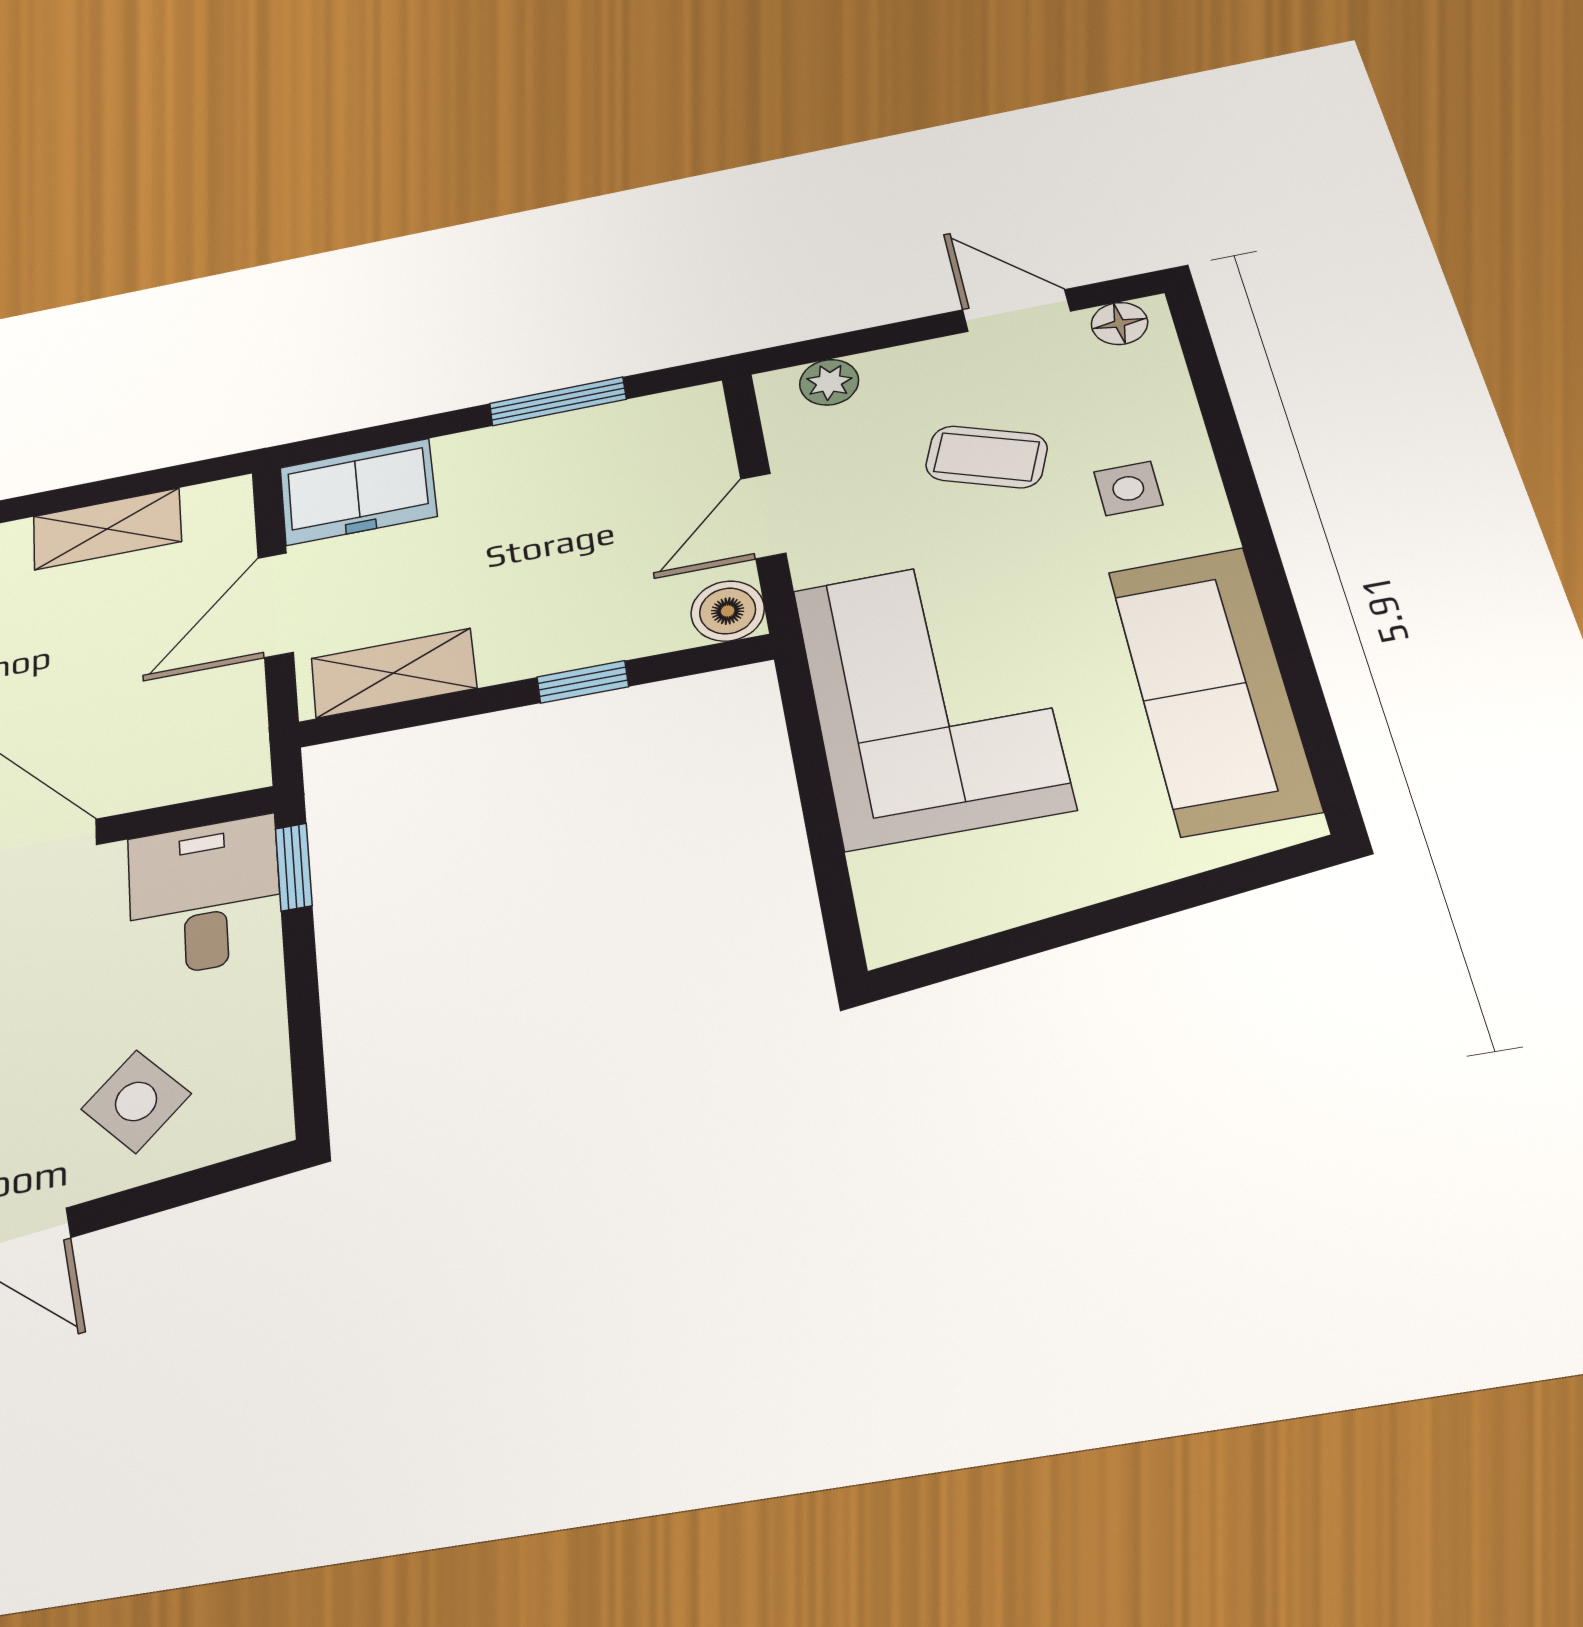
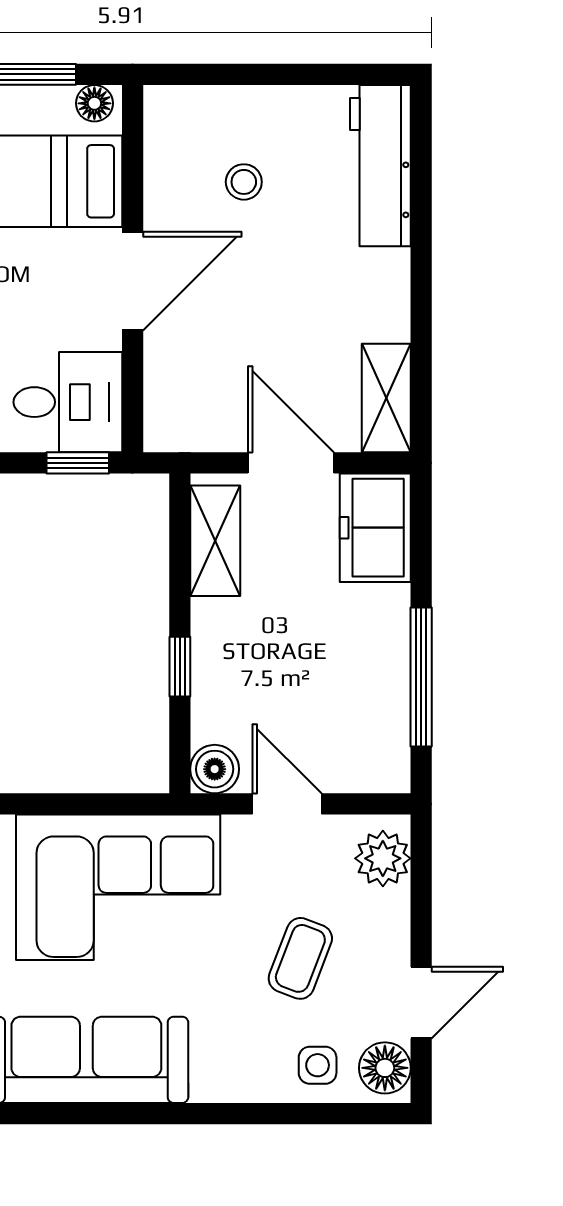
floor lamp: (1119, 323) -> (385, 1068), width x1.37, depth x1.37
plant: (829, 382) -> (383, 858), width x1.38, depth x1.38
window: (558, 401) -> (421, 677), width x1.44
side table: (1128, 488) -> (318, 1065), moved
shelving: (107, 529) -> (386, 398), moved

